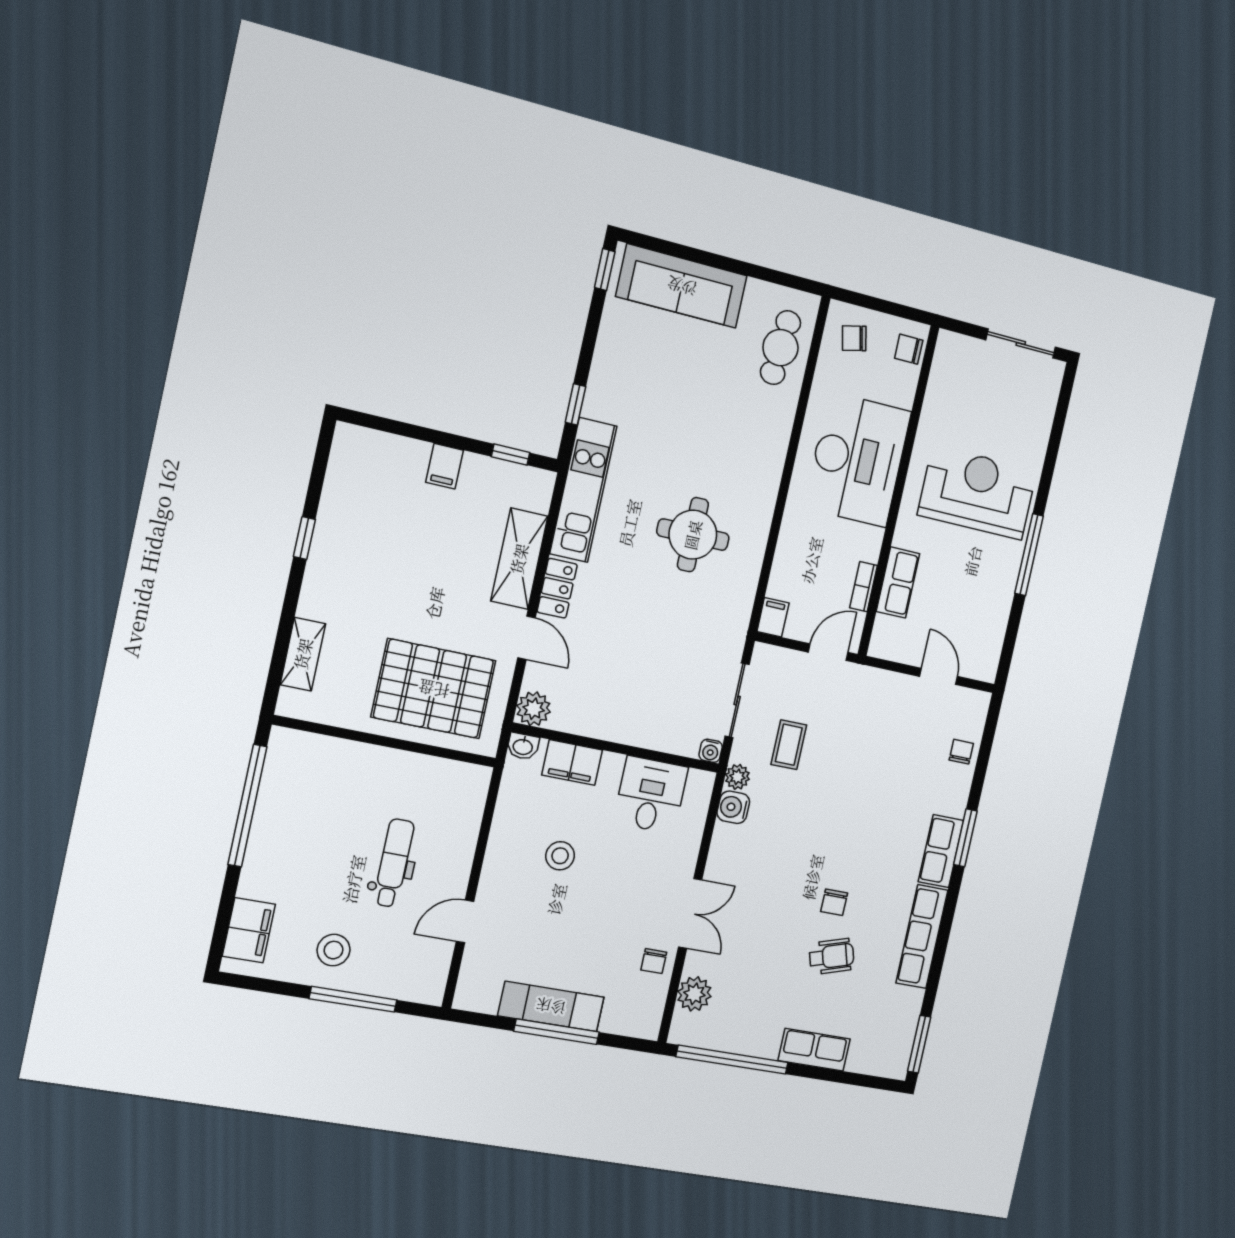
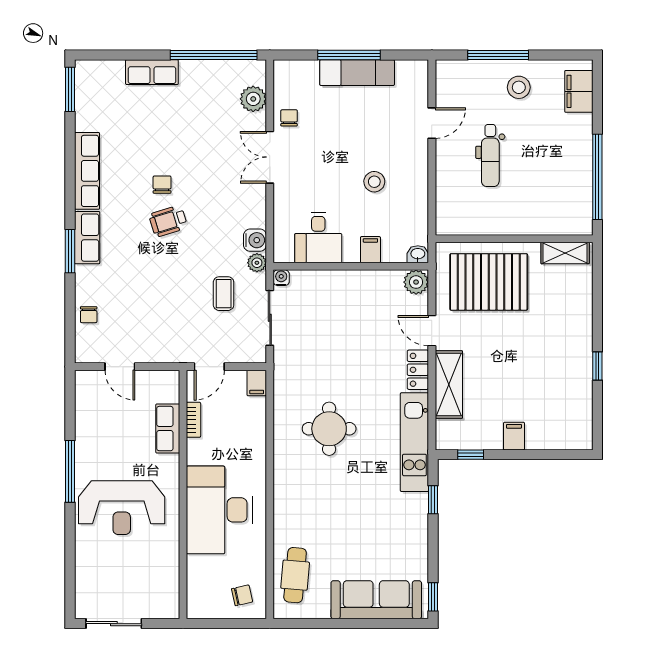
chair: (909, 349) -> (199, 598), removed
shelving: (303, 654) -> (565, 253), moved, turned 90
filing cabinet: (572, 762) -> (370, 250), width x0.50
wheelchair: (832, 956) -> (168, 221), moved

